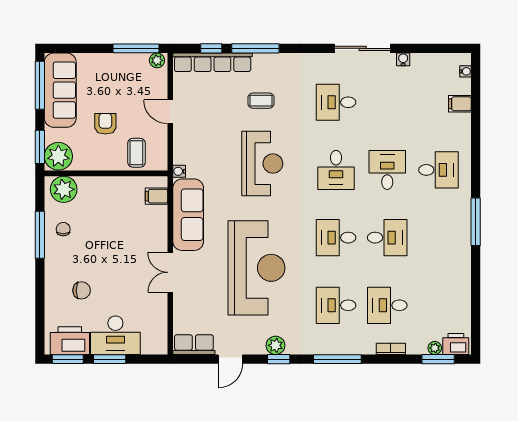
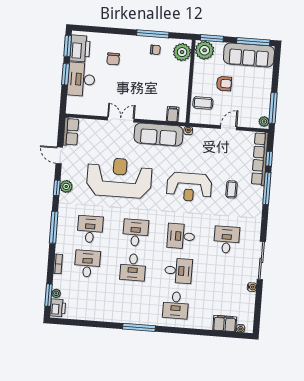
filing cabinet: (460, 104) -> (225, 323), width x2.00
reception desk: (256, 268) -> (119, 178), turned 180

